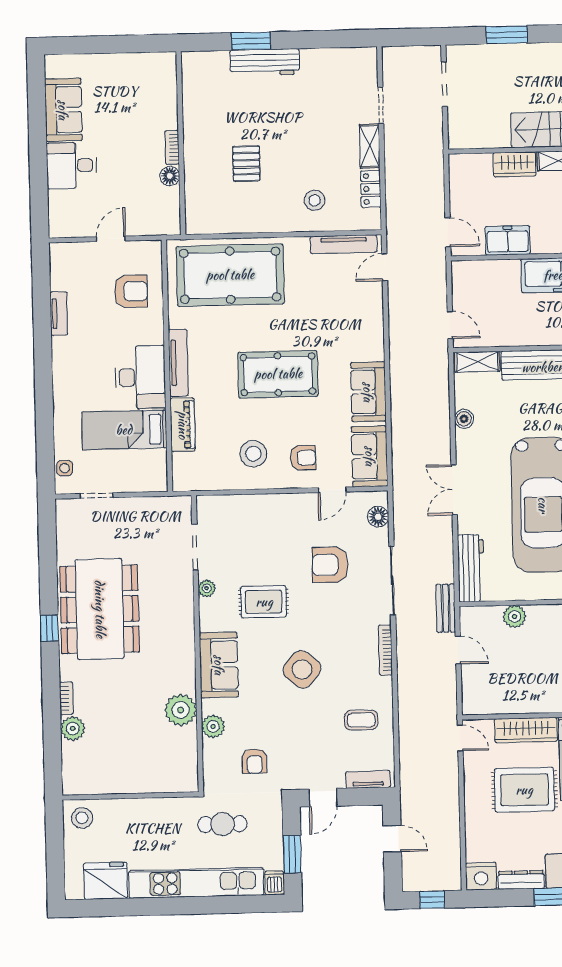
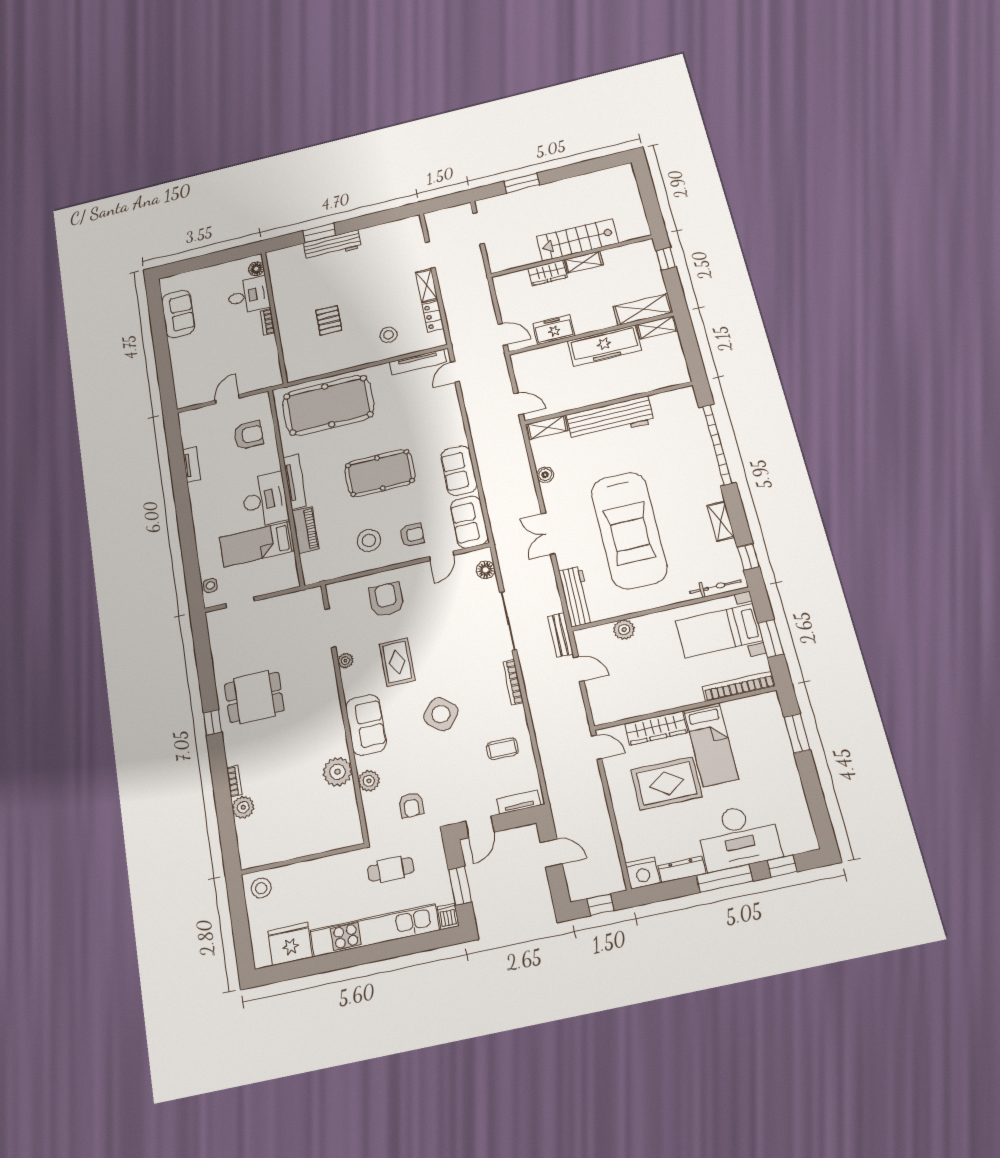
desk: (72, 165) -> (248, 296), moved, turned 180
floor lamp: (170, 176) -> (256, 269), moved
armchair: (330, 565) -> (386, 600), moved, turned 90
rug: (264, 602) -> (397, 662), turned 90
dining table: (100, 609) -> (254, 697), width x0.53, depth x0.80

